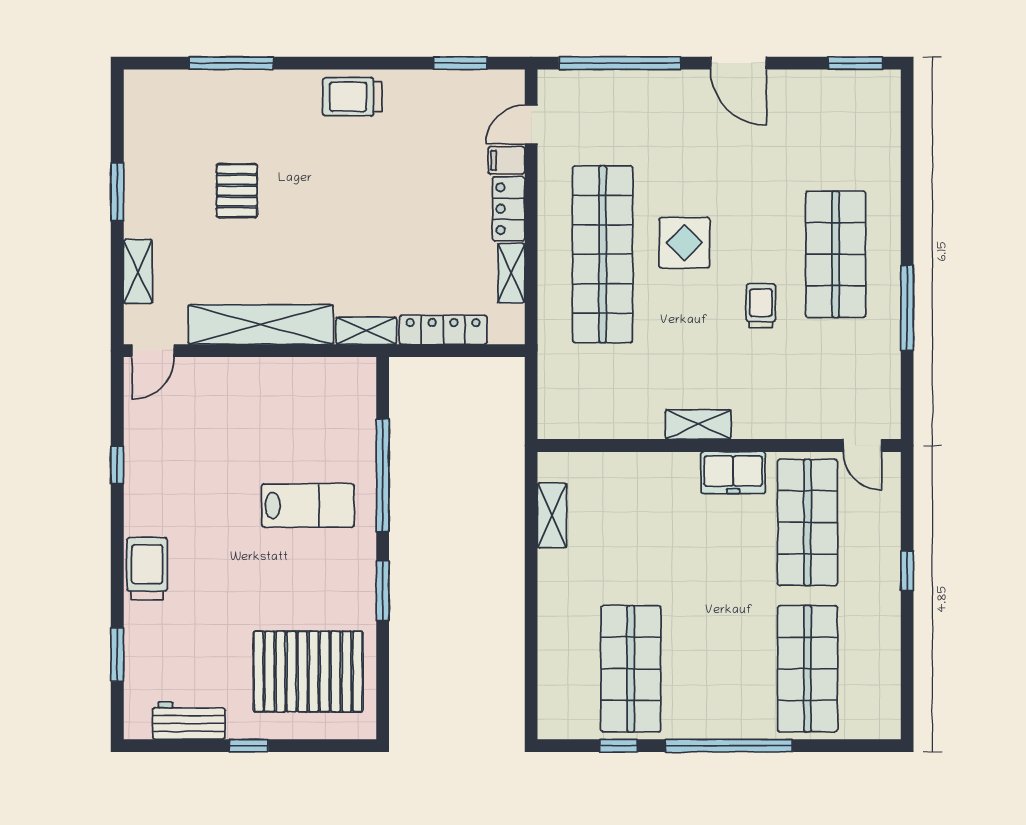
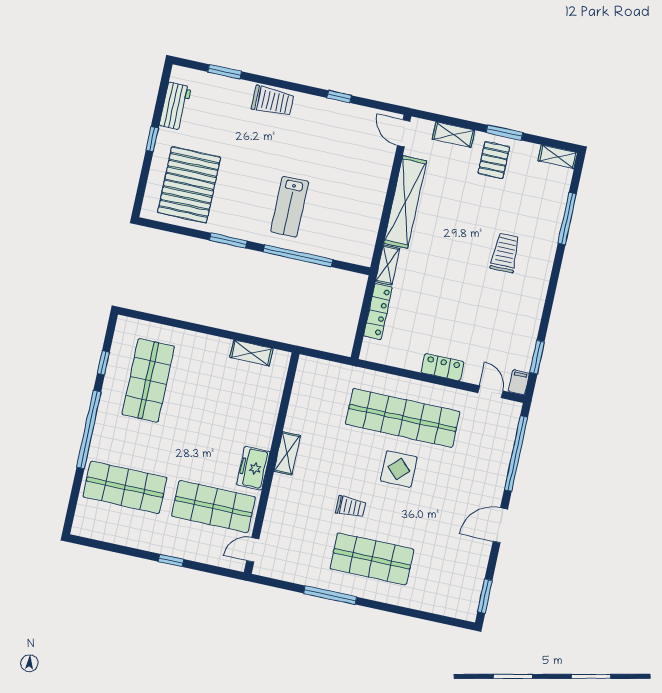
trolley: (352, 97) -> (505, 253), moved
filing cabinet: (506, 160) -> (519, 382), moved
pallet: (237, 191) -> (494, 160), moved, turned 90
shelving: (511, 273) -> (558, 157), moved
shop shelf: (631, 669) -> (148, 380), turned 90

